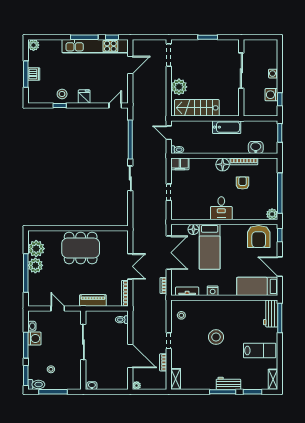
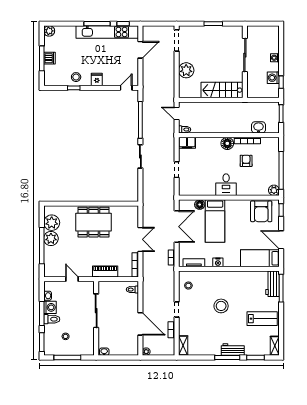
stairs: (197, 108) -> (222, 90), moved
bathtub: (227, 127) -> (231, 108), removed
toilet: (36, 384) -> (52, 319), moved

